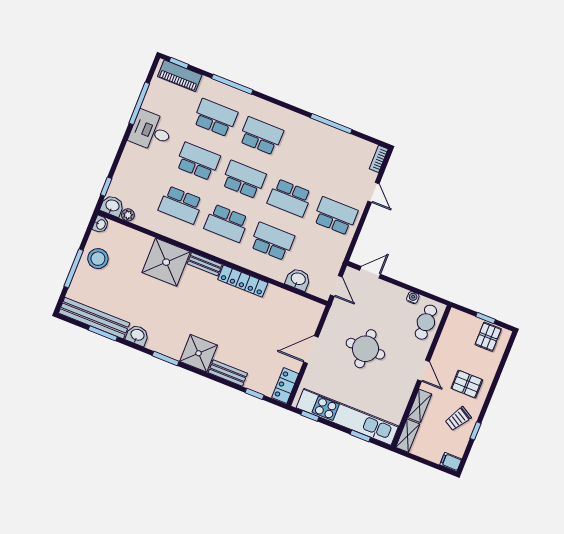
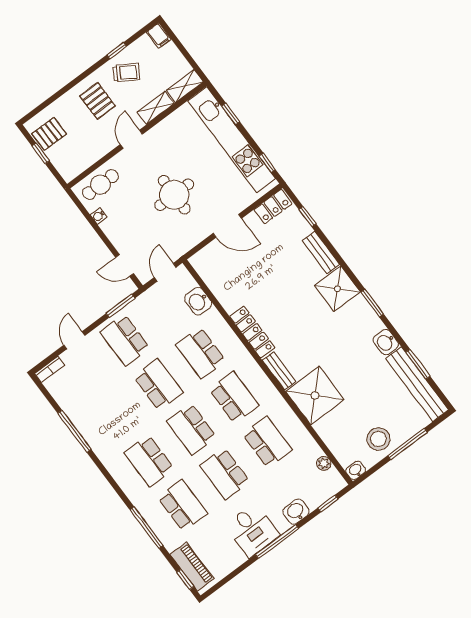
window: (139, 103) -> (277, 542), moved
school desk: (215, 118) -> (182, 505), turned 180
washbasin: (112, 206) -> (296, 512), moved, turned 90
window: (355, 240) -> (120, 306), added

